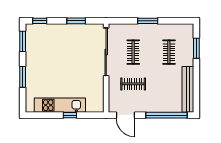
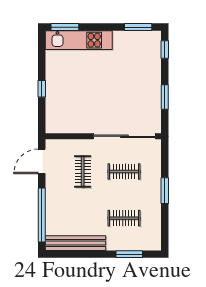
window: (23, 77) -> (65, 27), moved
kitchen unit: (60, 105) -> (79, 40), moved, turned 90

